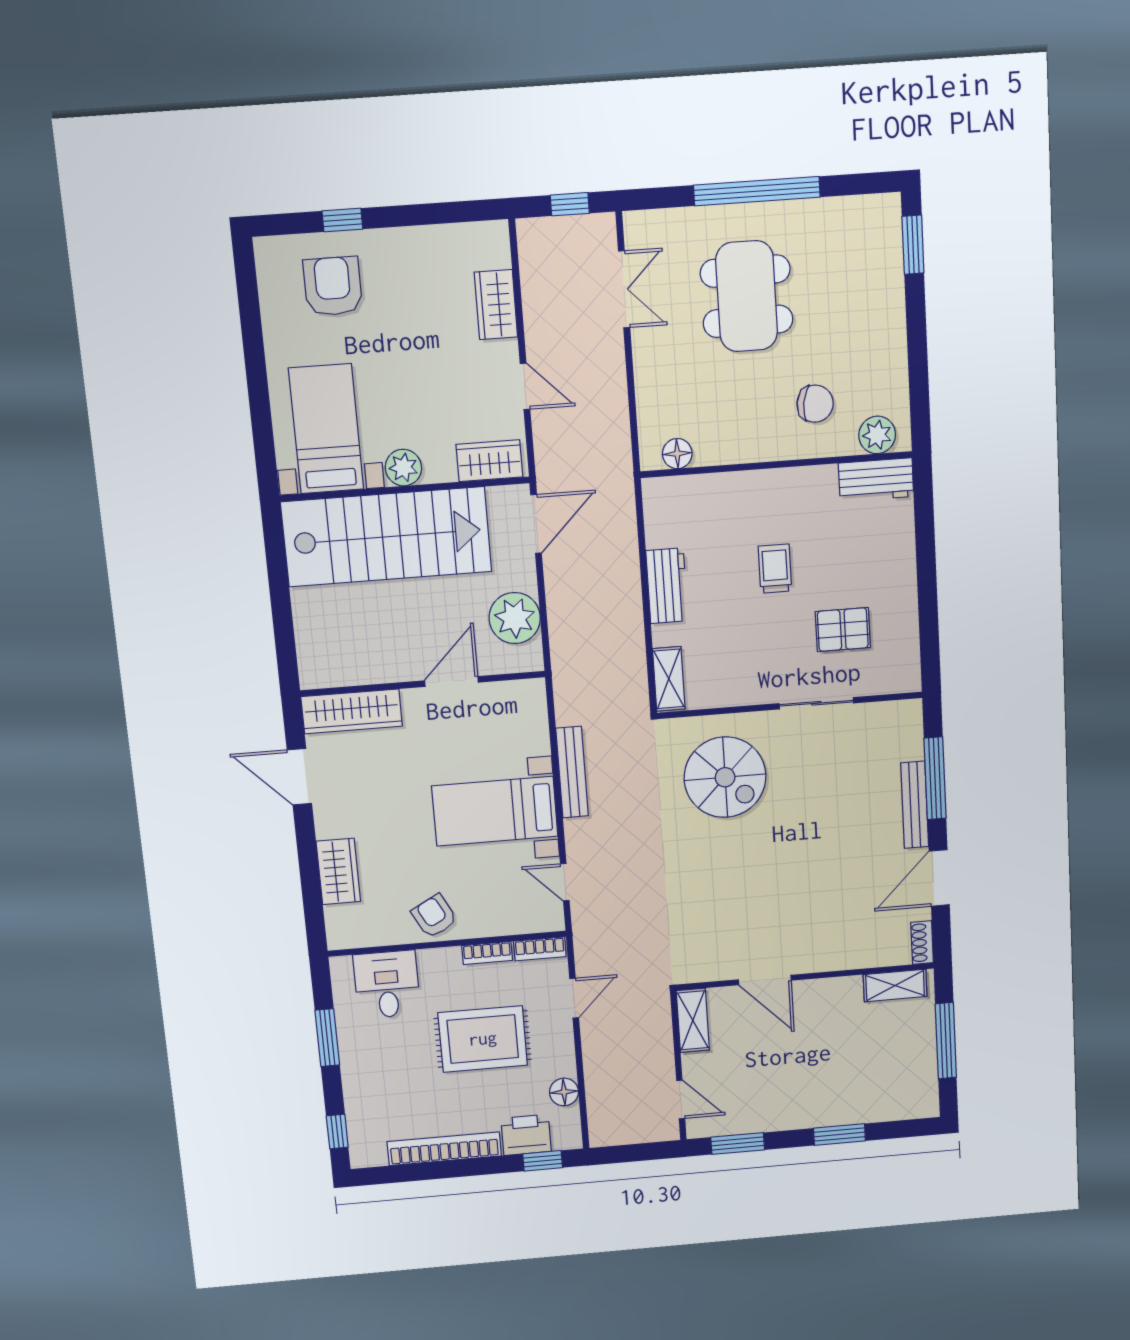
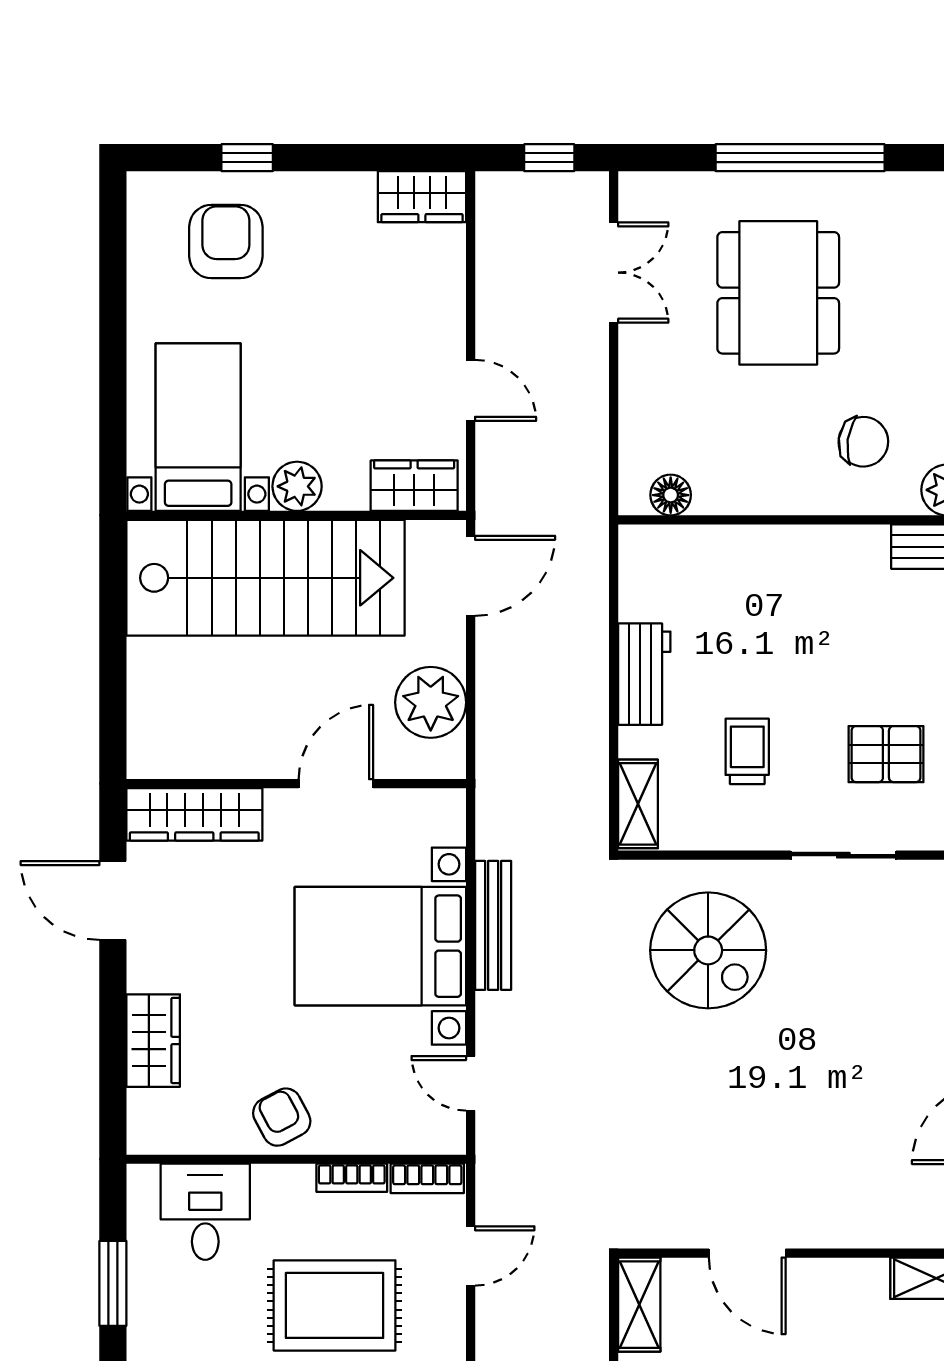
wardrobe: (496, 305) -> (422, 197), moved, turned -90
trolley: (775, 569) -> (747, 751), moved
bed with nightstands: (495, 811) -> (380, 946), width x1.36

